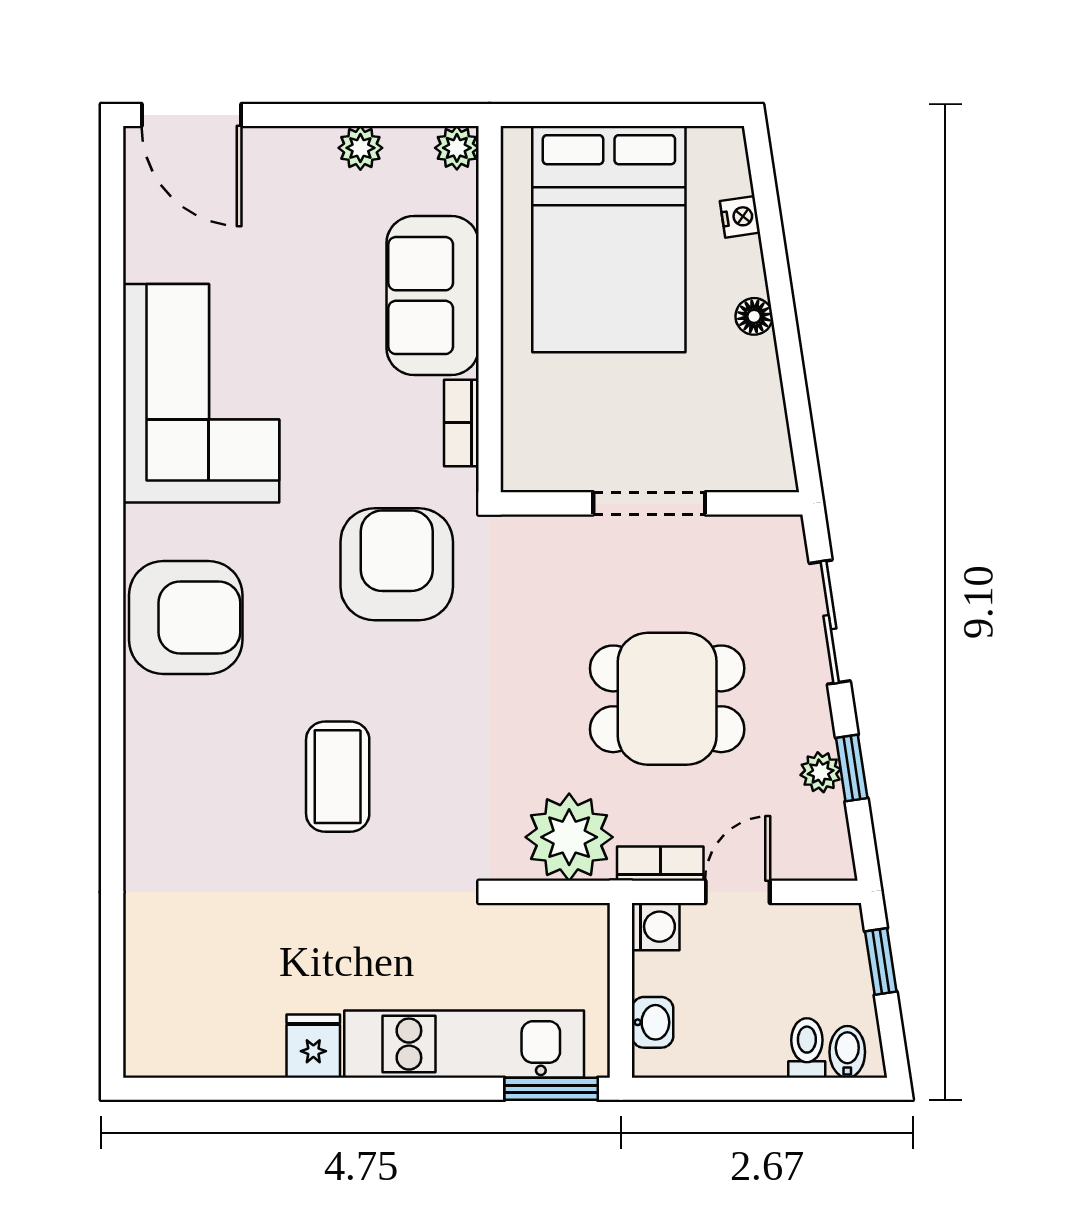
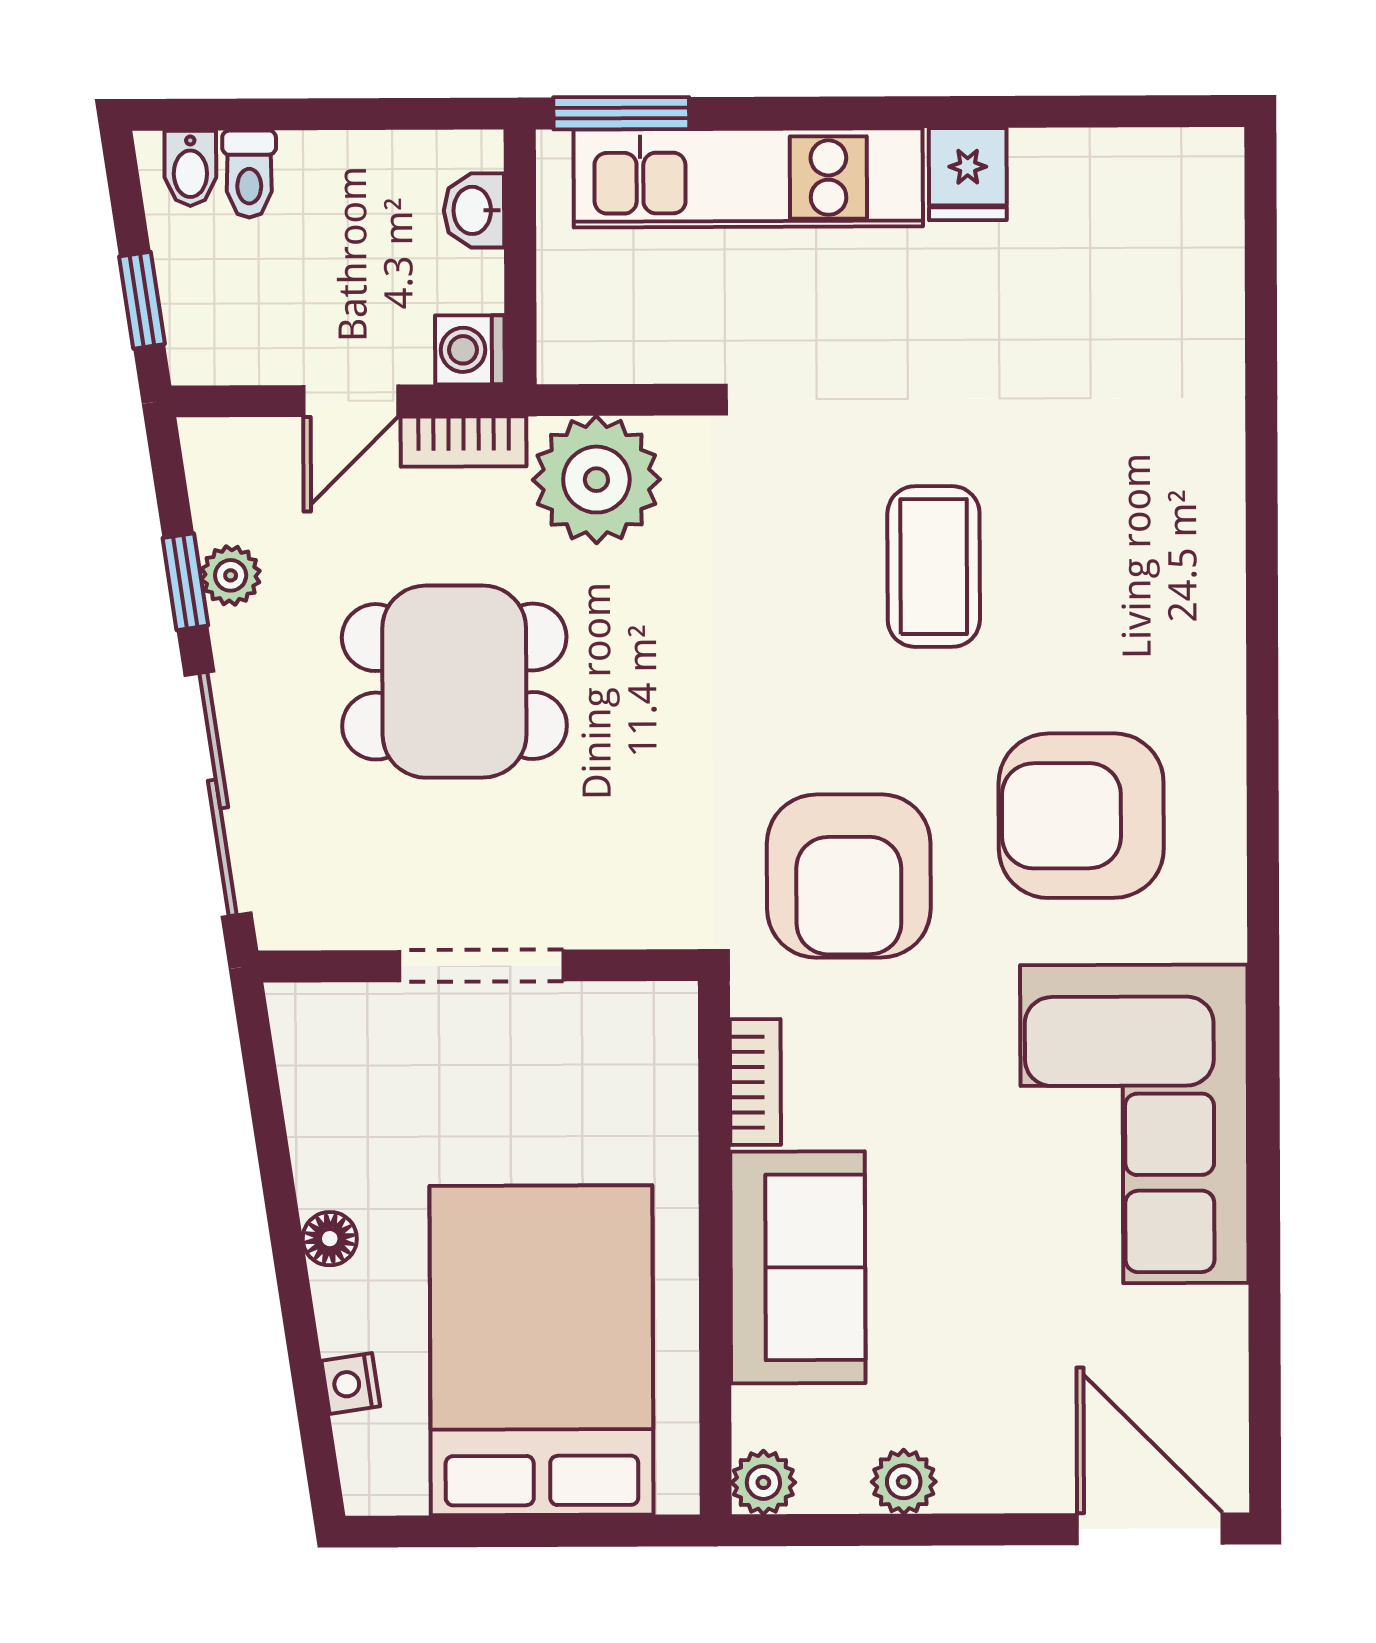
armchair: (186, 618) -> (1081, 816), moved
sliding door: (830, 622) -> (218, 794), width x1.37

